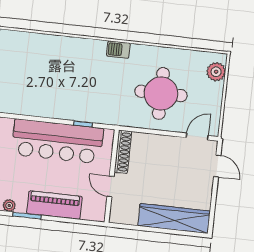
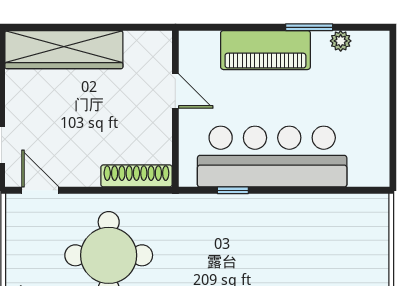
door: (197, 137) -> (40, 190), swing flipped
shoe rack: (123, 152) -> (136, 176), moved, turned 90

